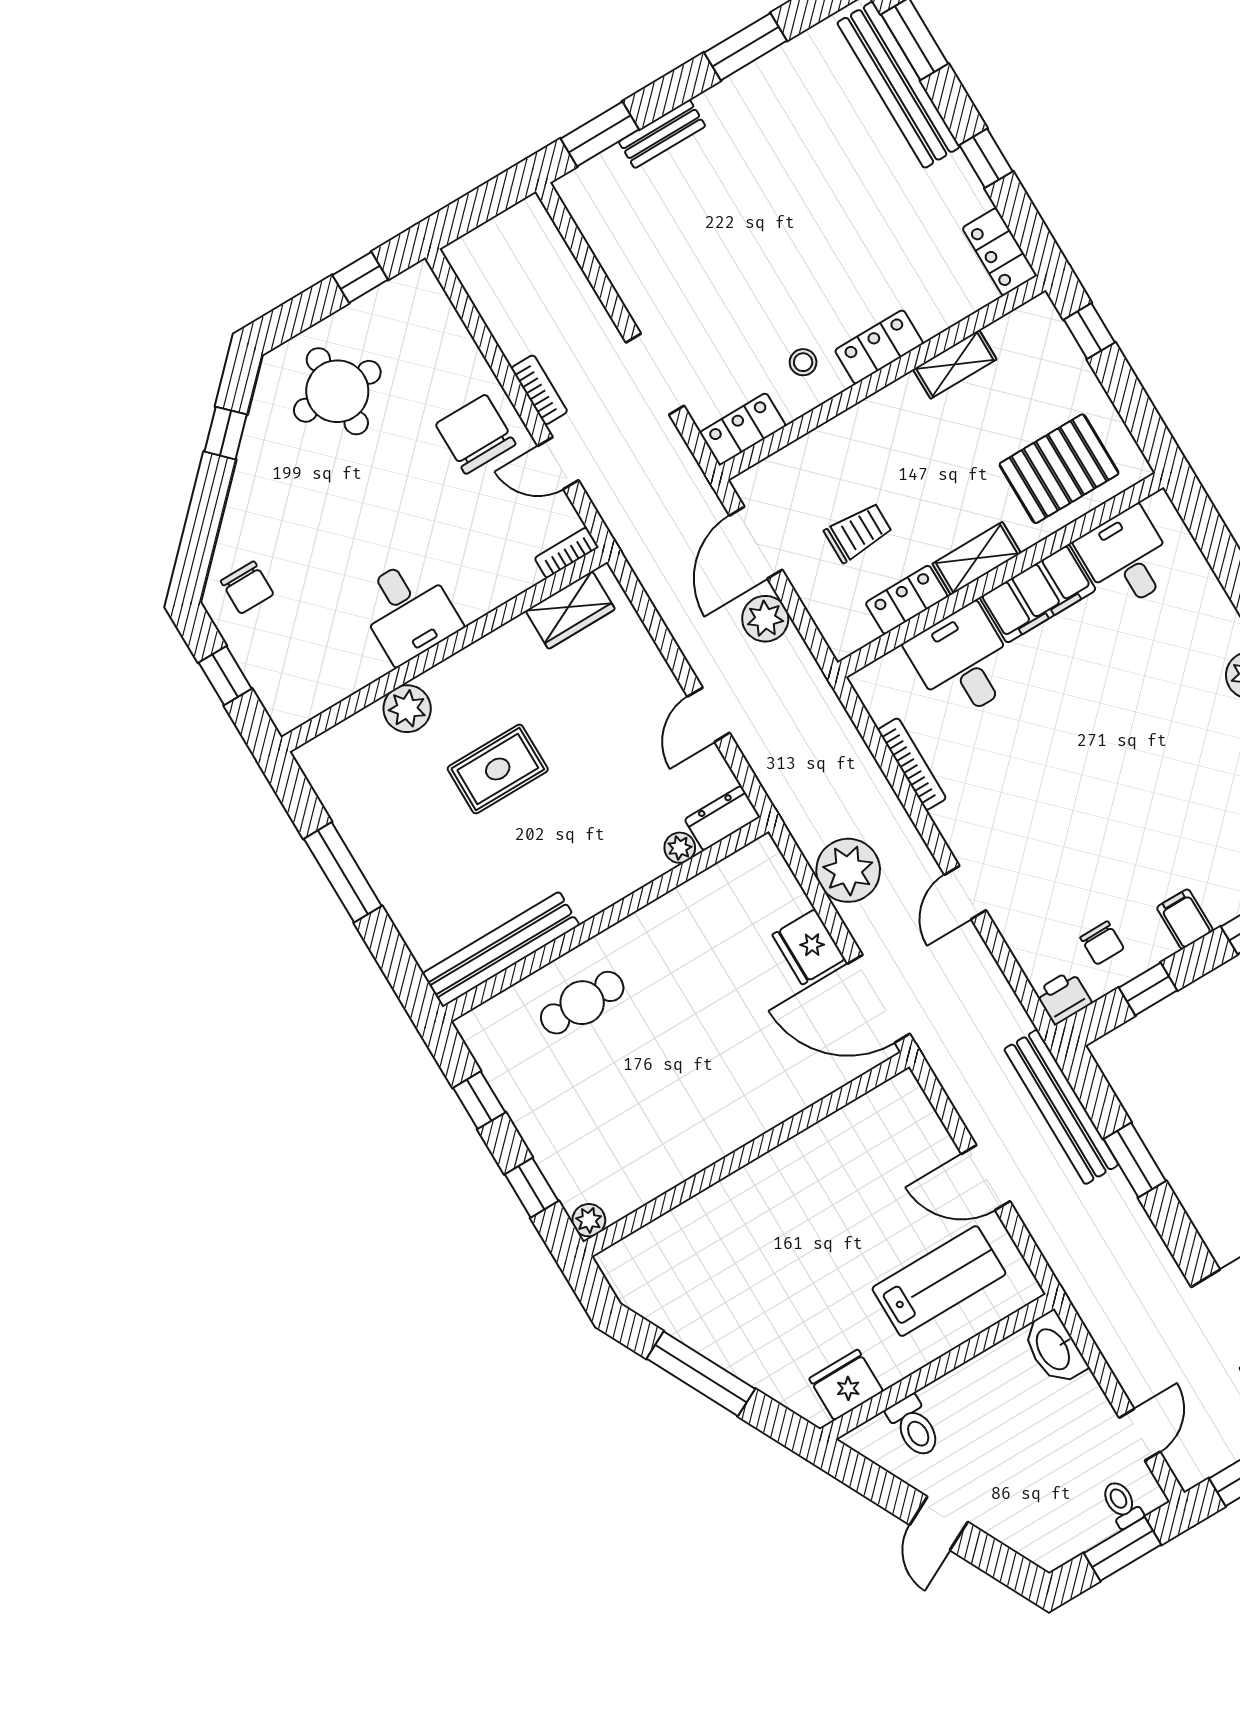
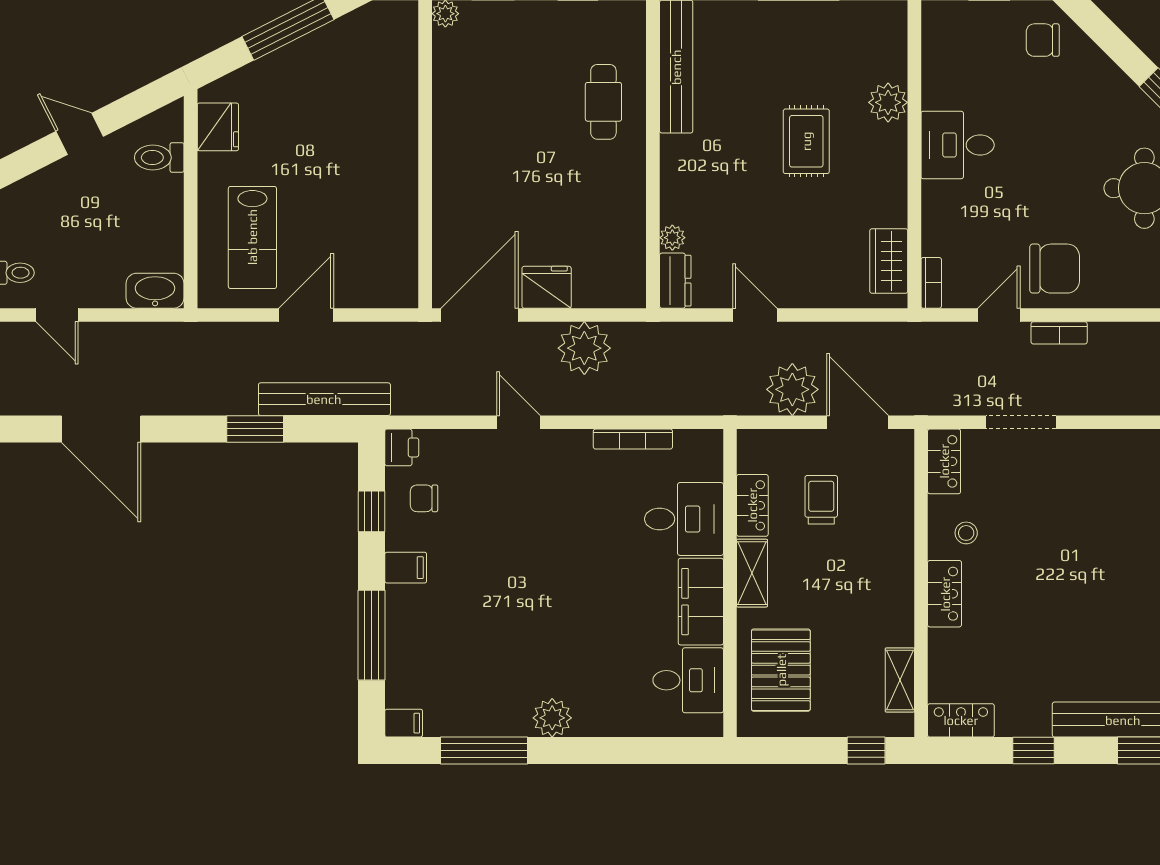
shelving: (955, 364) -> (900, 680), moved
trolley: (858, 532) -> (821, 500), turned 180
plant: (765, 619) -> (792, 389), width x1.36, depth x1.36

